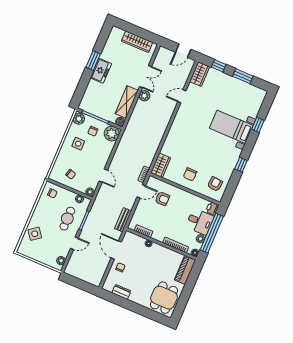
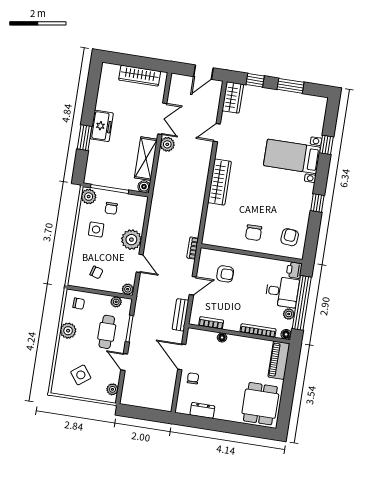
window: (93, 61) -> (85, 138), moved
plant: (112, 134) -> (131, 240), moved
wardrobe: (161, 165) -> (219, 182), moved, width x1.50
door: (141, 191) -> (193, 286), moved
plant: (40, 211) -> (68, 331), added
side table: (35, 234) -> (81, 375), moved
door: (74, 243) -> (124, 362), swing flipped

